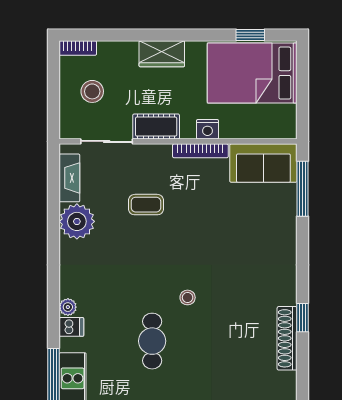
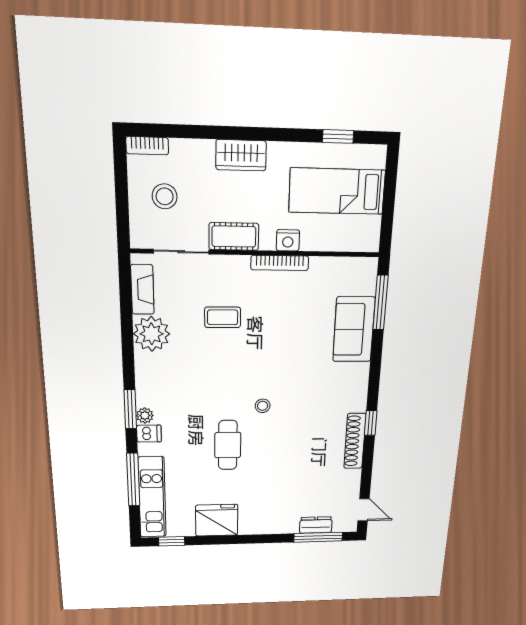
bed: (252, 73) -> (337, 191), width x0.67
sofa: (263, 163) -> (354, 329), moved, turned 90
window: (54, 300) -> (130, 409), added

